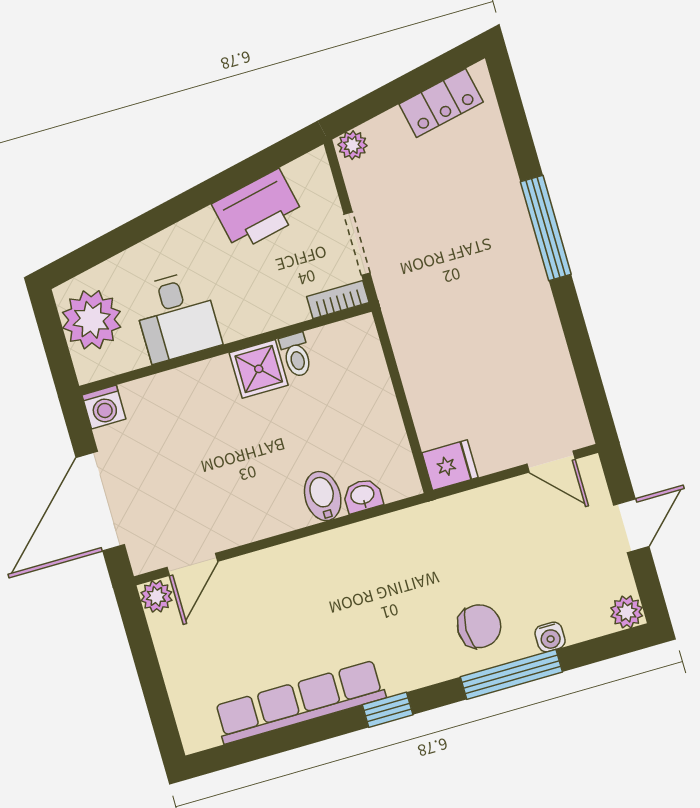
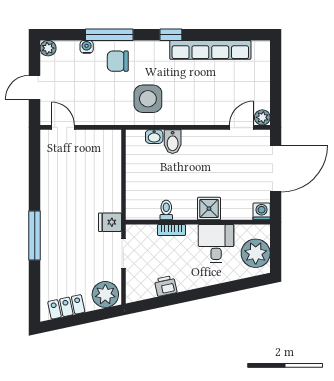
plant: (353, 145) -> (105, 294), width x1.88, depth x1.88
printer: (258, 210) -> (166, 286), width x0.53, depth x0.68
bookcase: (338, 300) -> (171, 230), moved
shower: (259, 369) -> (209, 209), moved
fridge: (450, 465) -> (110, 222), moved
side table: (397, 568) -> (148, 99), added

